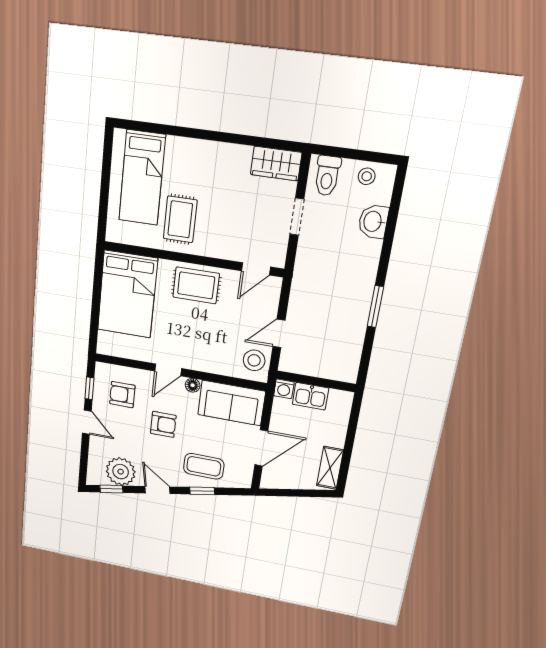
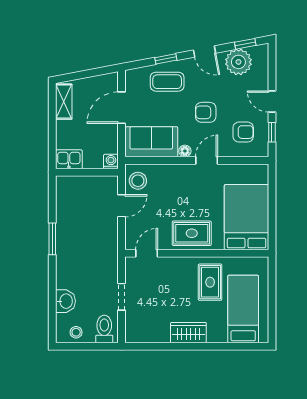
wardrobe: (276, 164) -> (188, 333), moved
kitchen sink: (310, 396) -> (69, 159), moved

